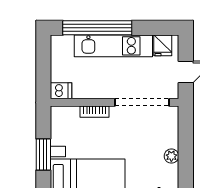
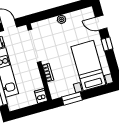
window: (43, 155) -> (72, 99), moved

